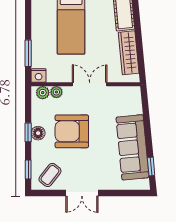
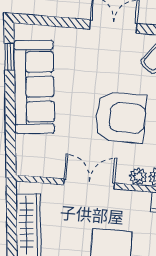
double door: (90, 84) -> (89, 184), swing flipped

